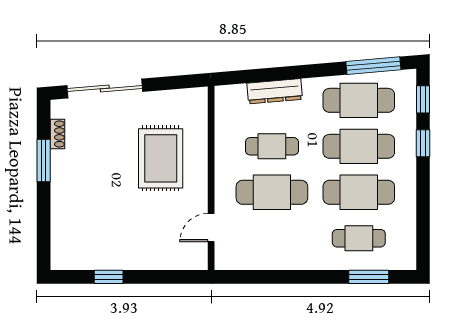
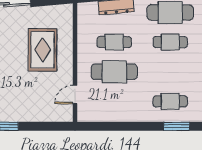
cafe table: (359, 146) -> (170, 42), width x0.73, depth x0.74
cafe table: (359, 192) -> (170, 72), removed

